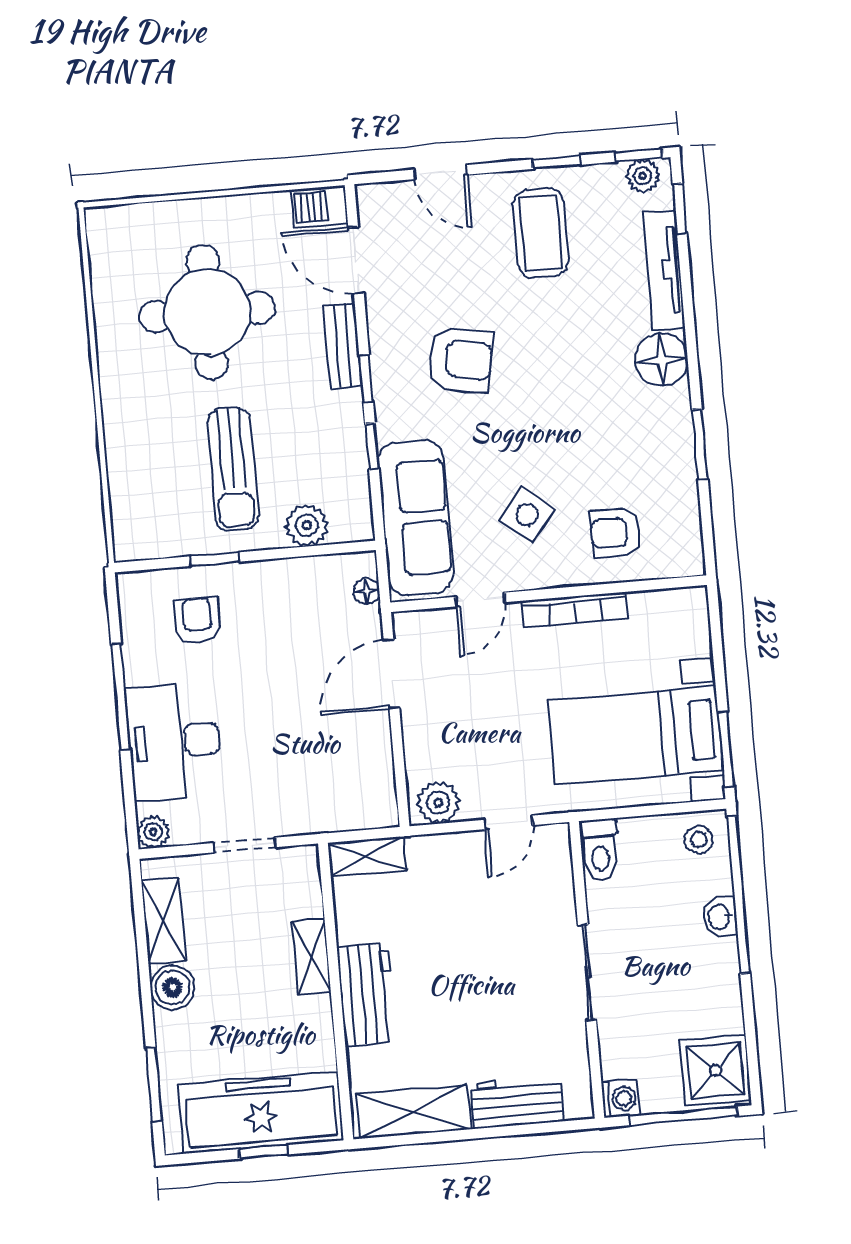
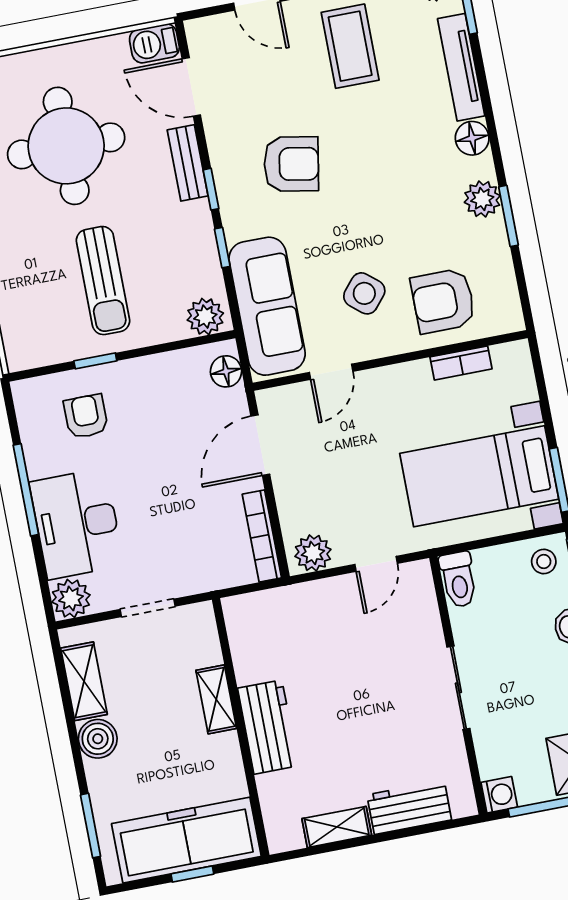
floor lamp: (661, 360) -> (472, 138), width x0.73, depth x0.73
plant: (672, 422) -> (482, 199), added
plant: (307, 525) -> (205, 317), moved
armchair: (616, 533) -> (443, 301), width x1.38, depth x1.38
floor lamp: (367, 591) -> (226, 371), width x1.37, depth x1.37
bookcase: (575, 610) -> (461, 363), moved, width x0.64
bookcase: (382, 777) -> (262, 536), added
plant: (153, 832) -> (71, 598), width x1.38, depth x1.38
shelving: (367, 856) -> (256, 607), removed
shelving: (414, 1112) -> (337, 827), width x0.67, depth x0.75

